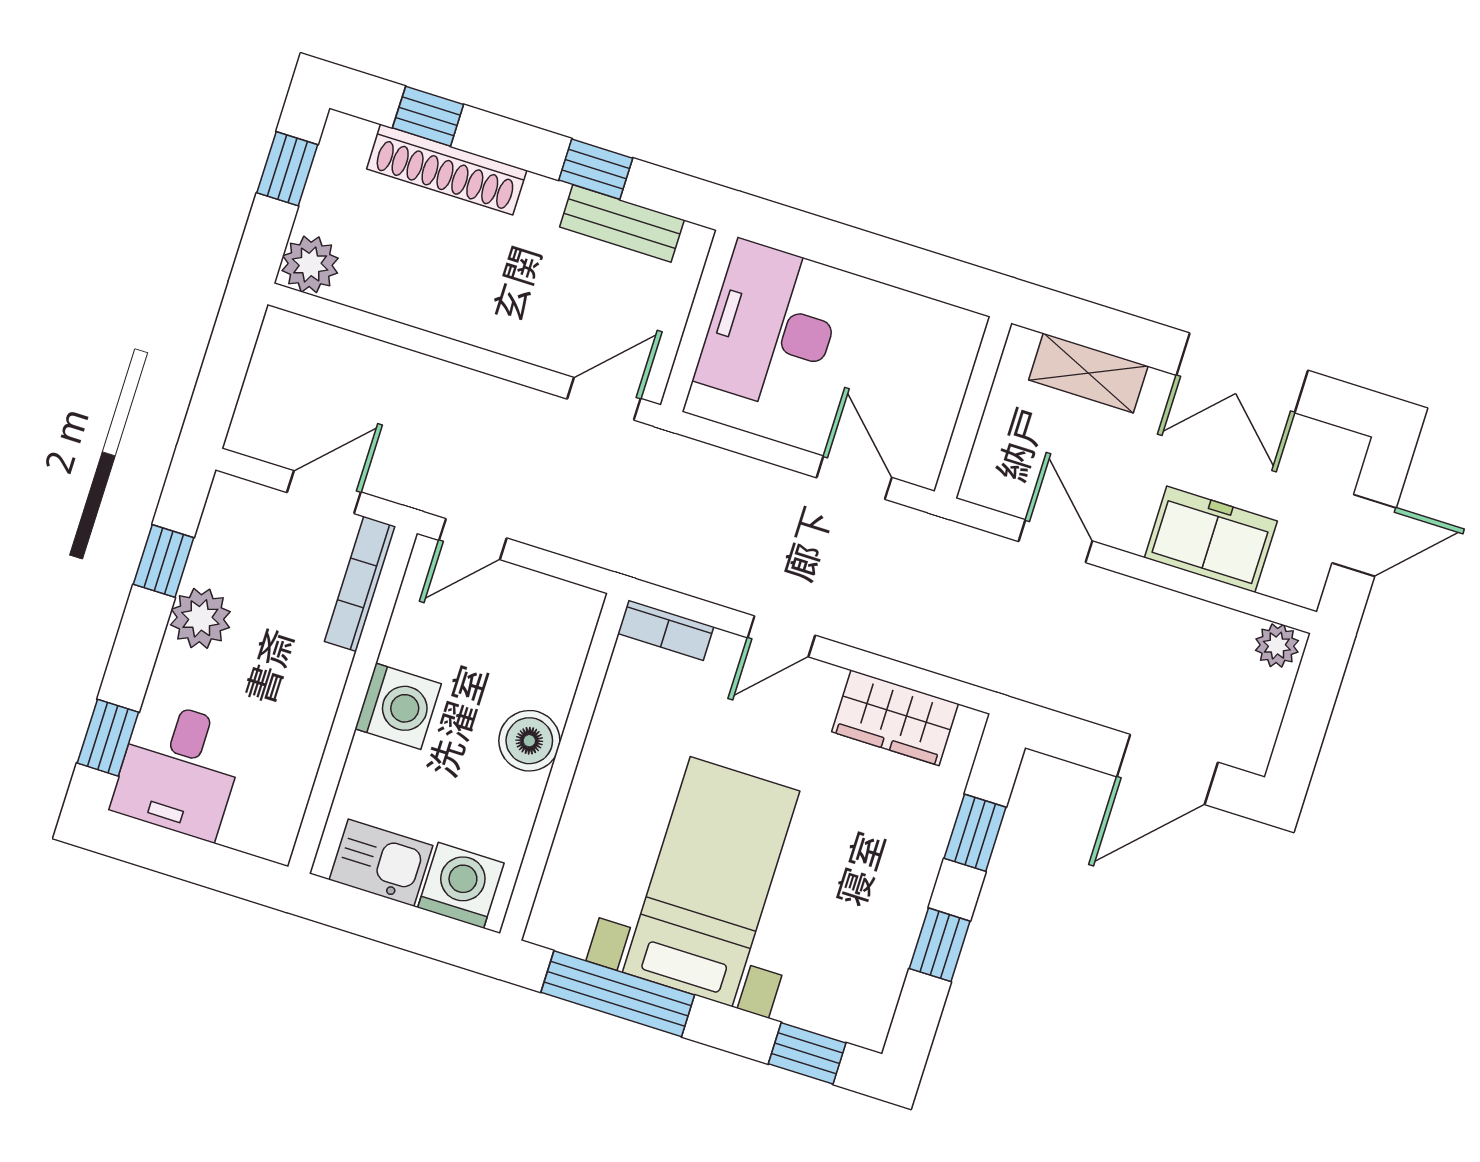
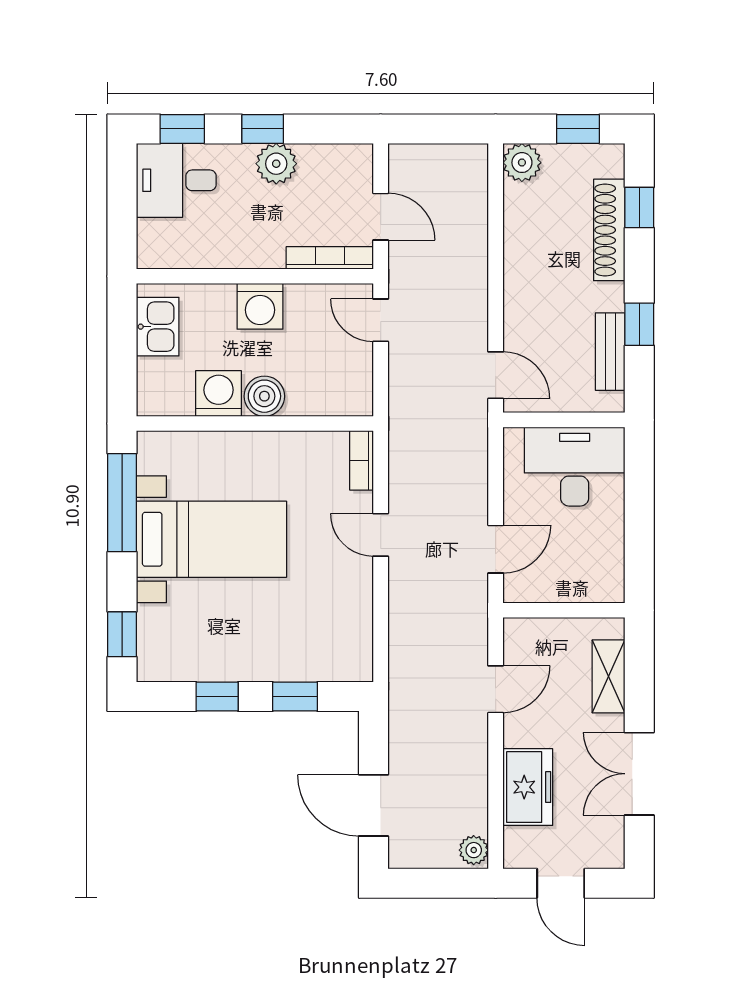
window: (164, 561) -> (263, 129), moved
wardrobe: (895, 718) -> (352, 623), removed
washing machine: (461, 885) -> (219, 393), moved, turned -90

